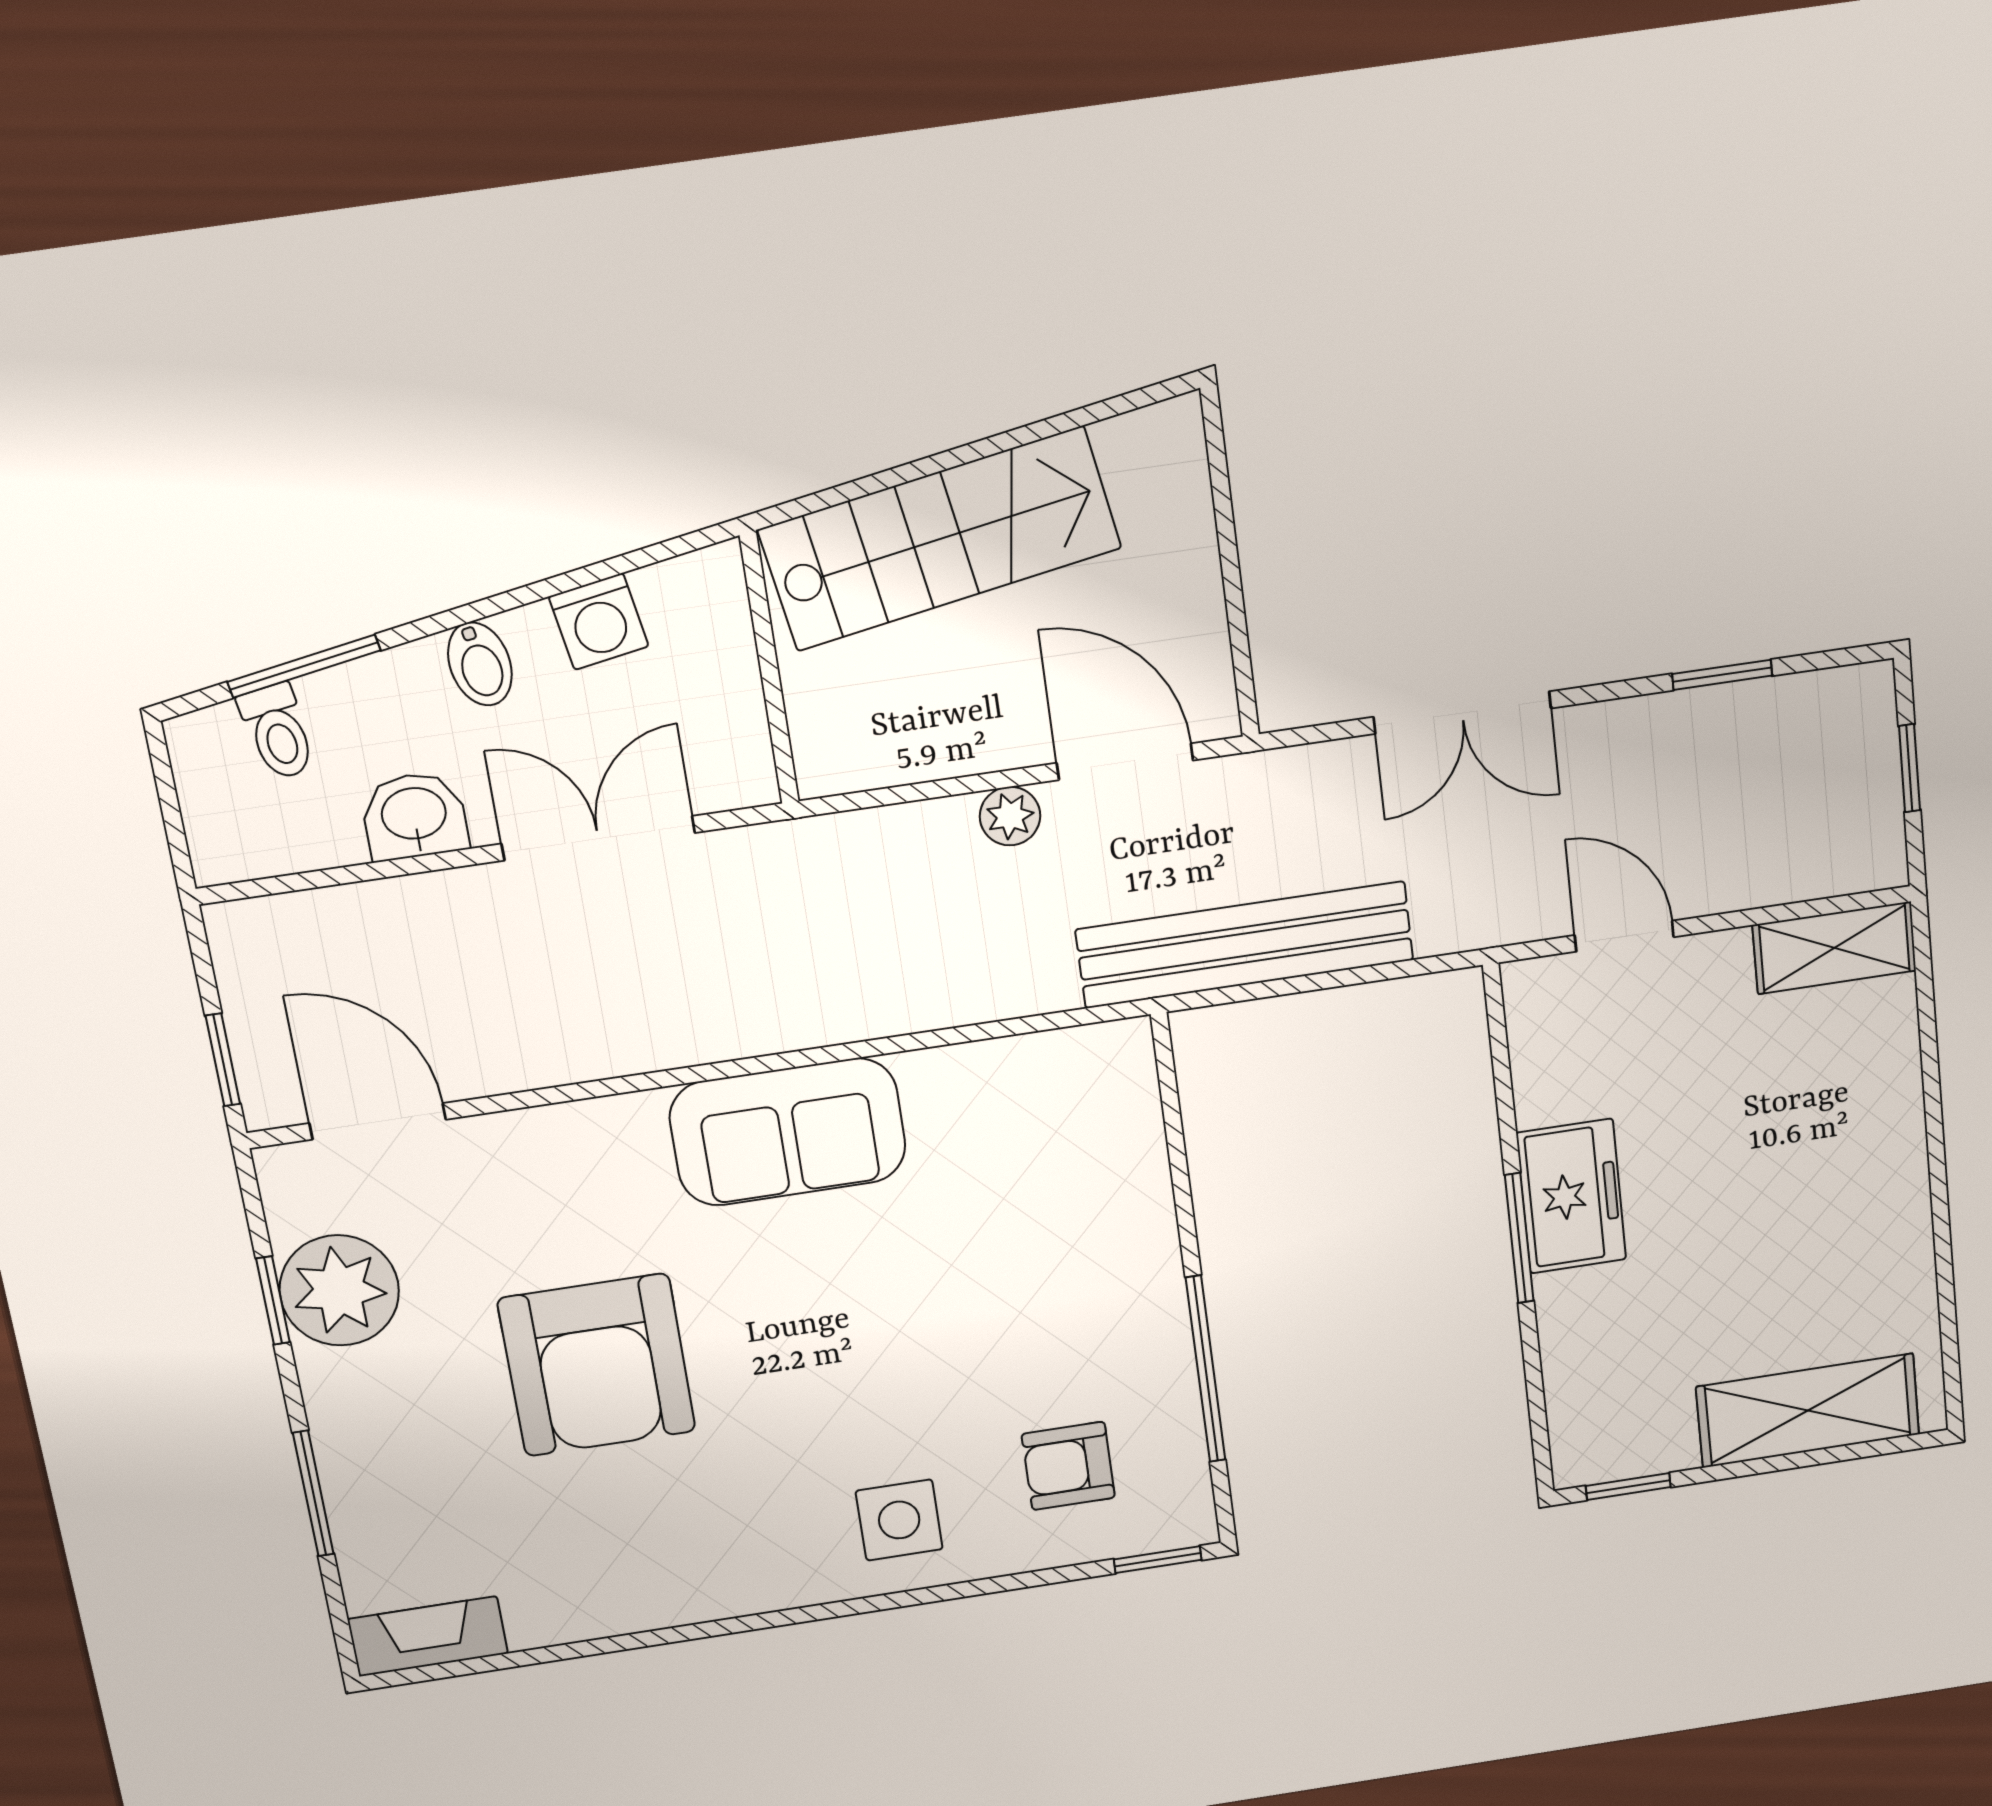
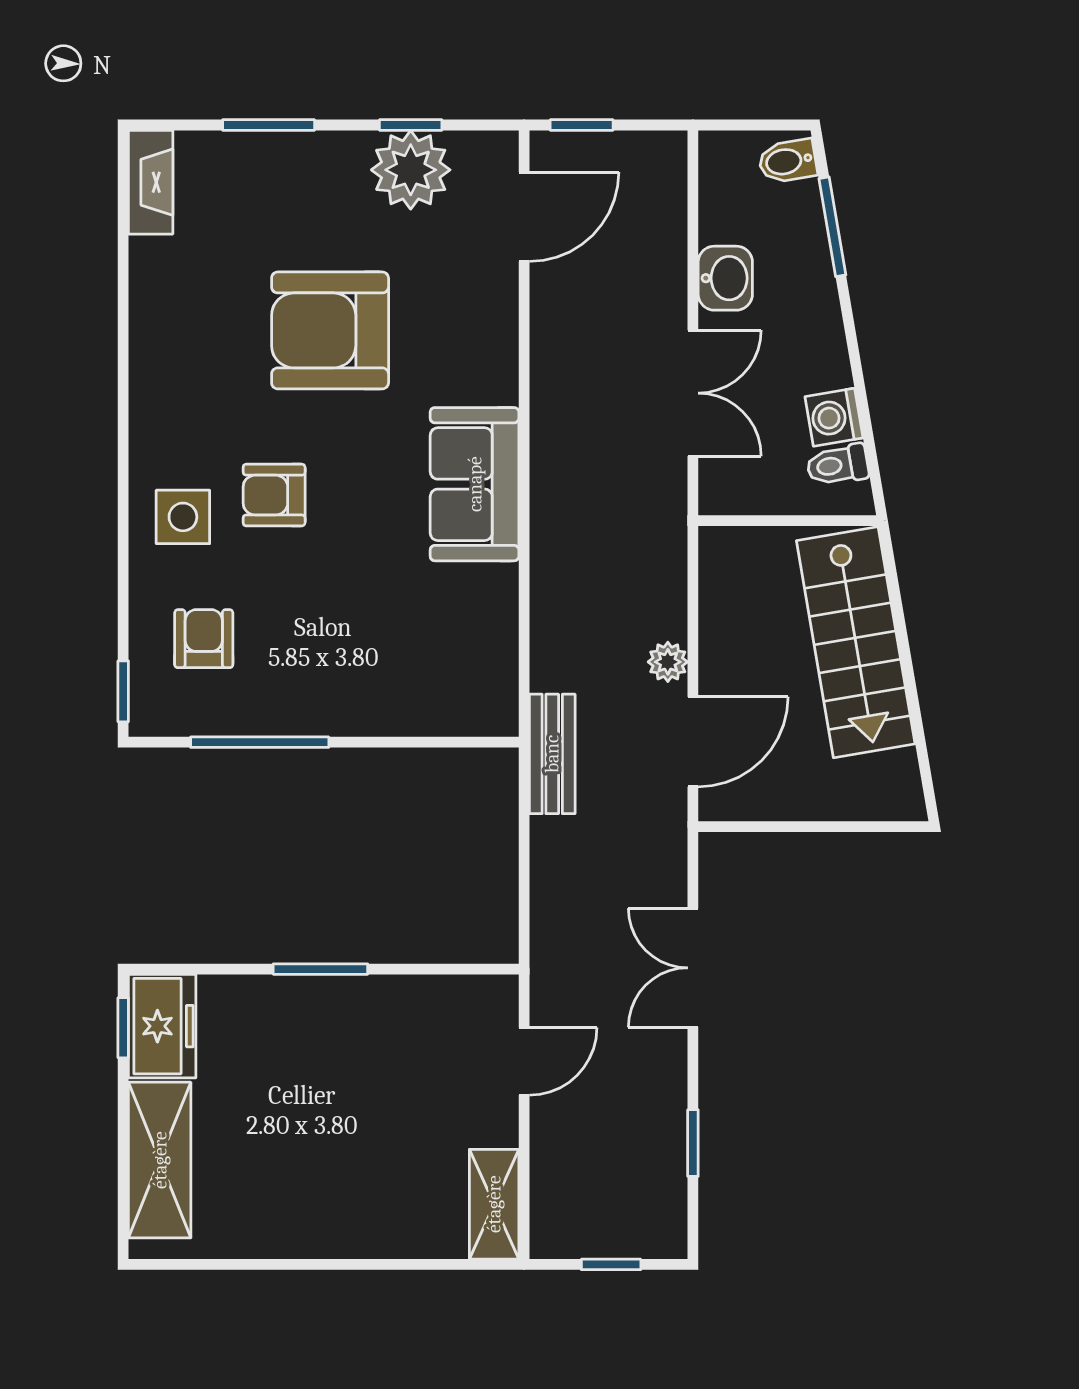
bidet: (480, 664) -> (788, 161), moved
toilet: (278, 732) -> (838, 465), moved
bench: (1245, 945) -> (552, 754), width x0.54, depth x0.82
freezer: (1571, 1196) -> (162, 1026), moved, turned -90
armchair: (848, 1404) -> (274, 495), added

